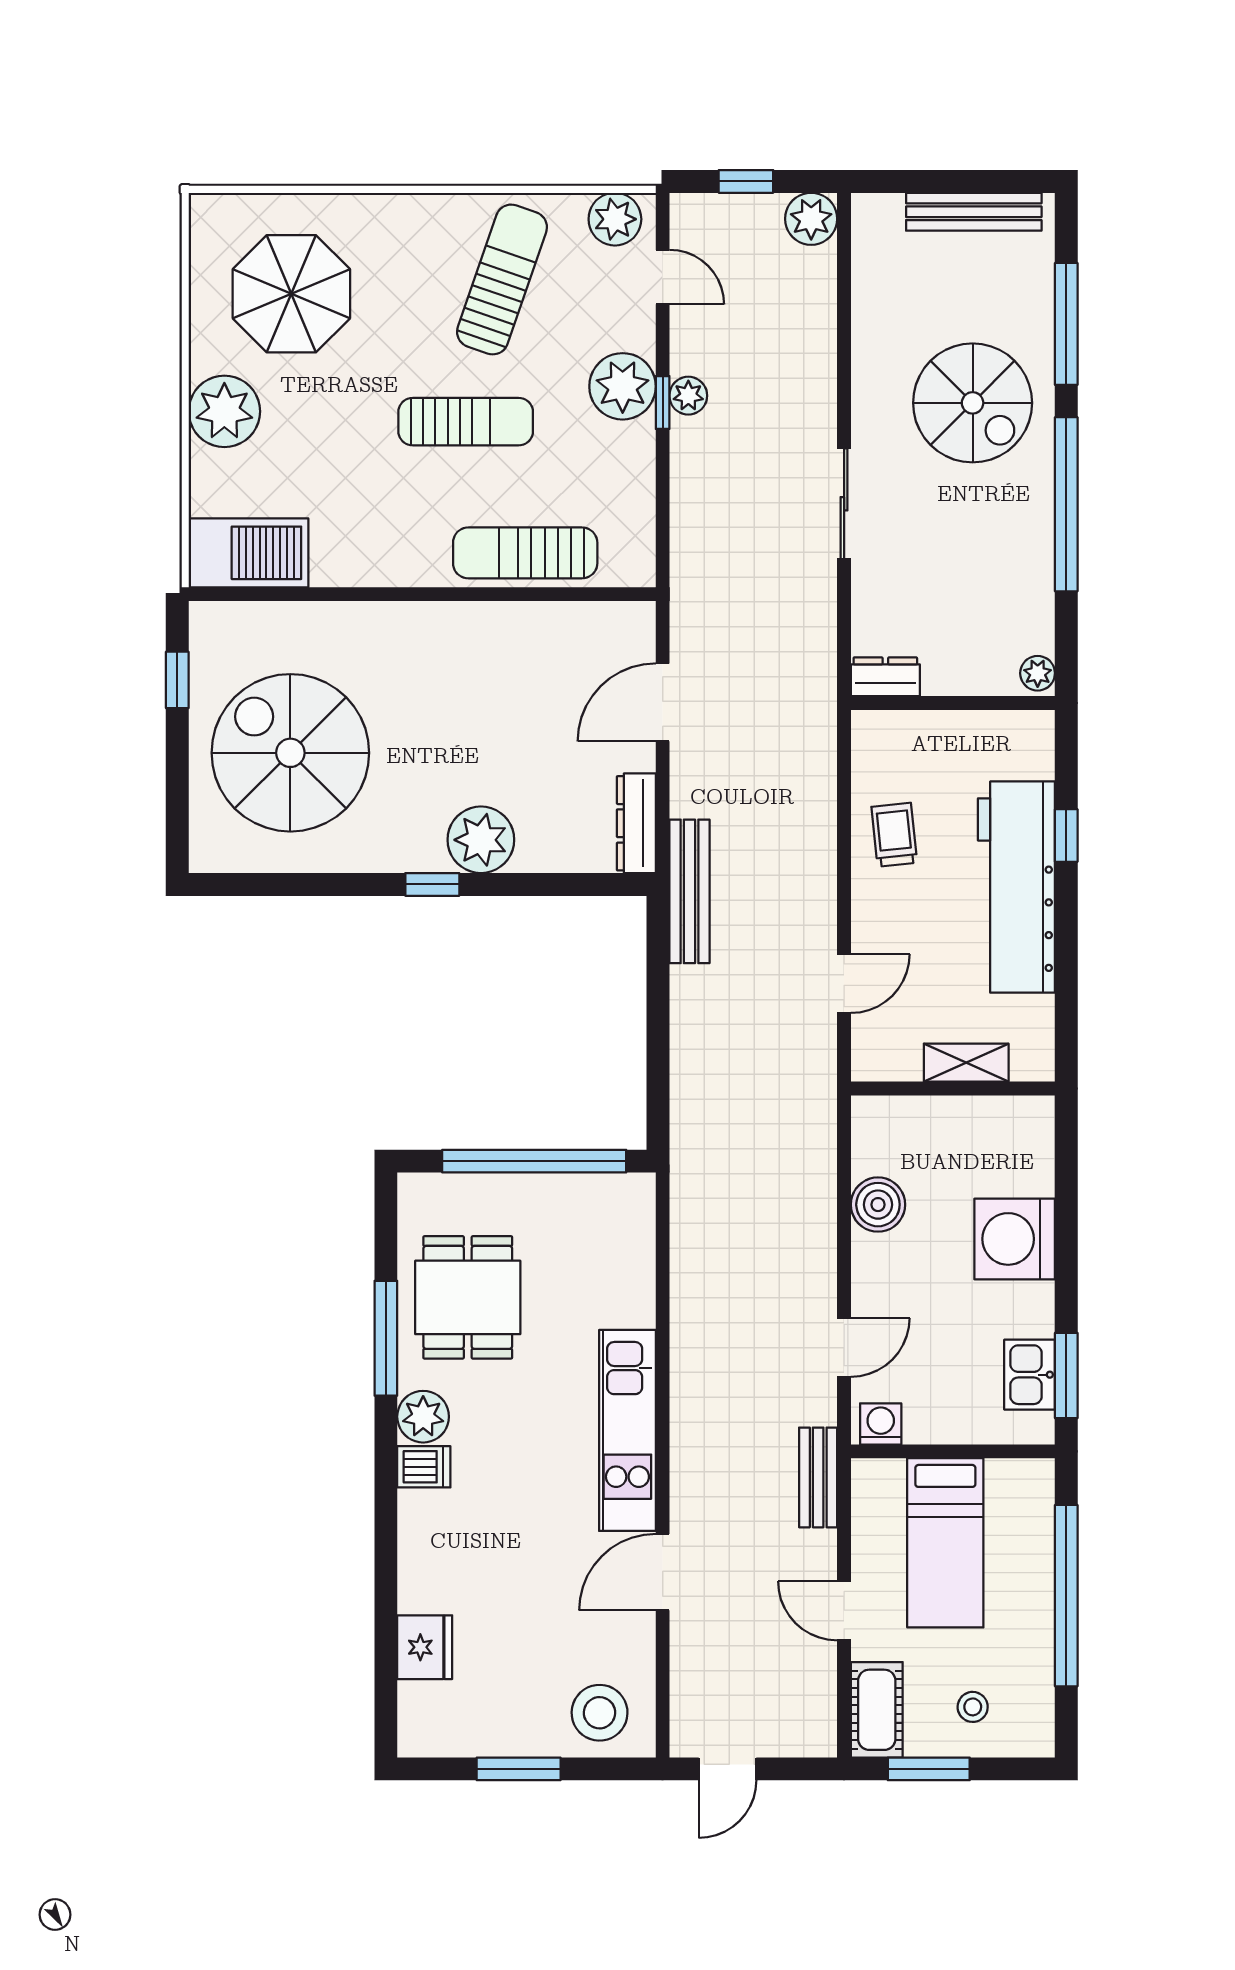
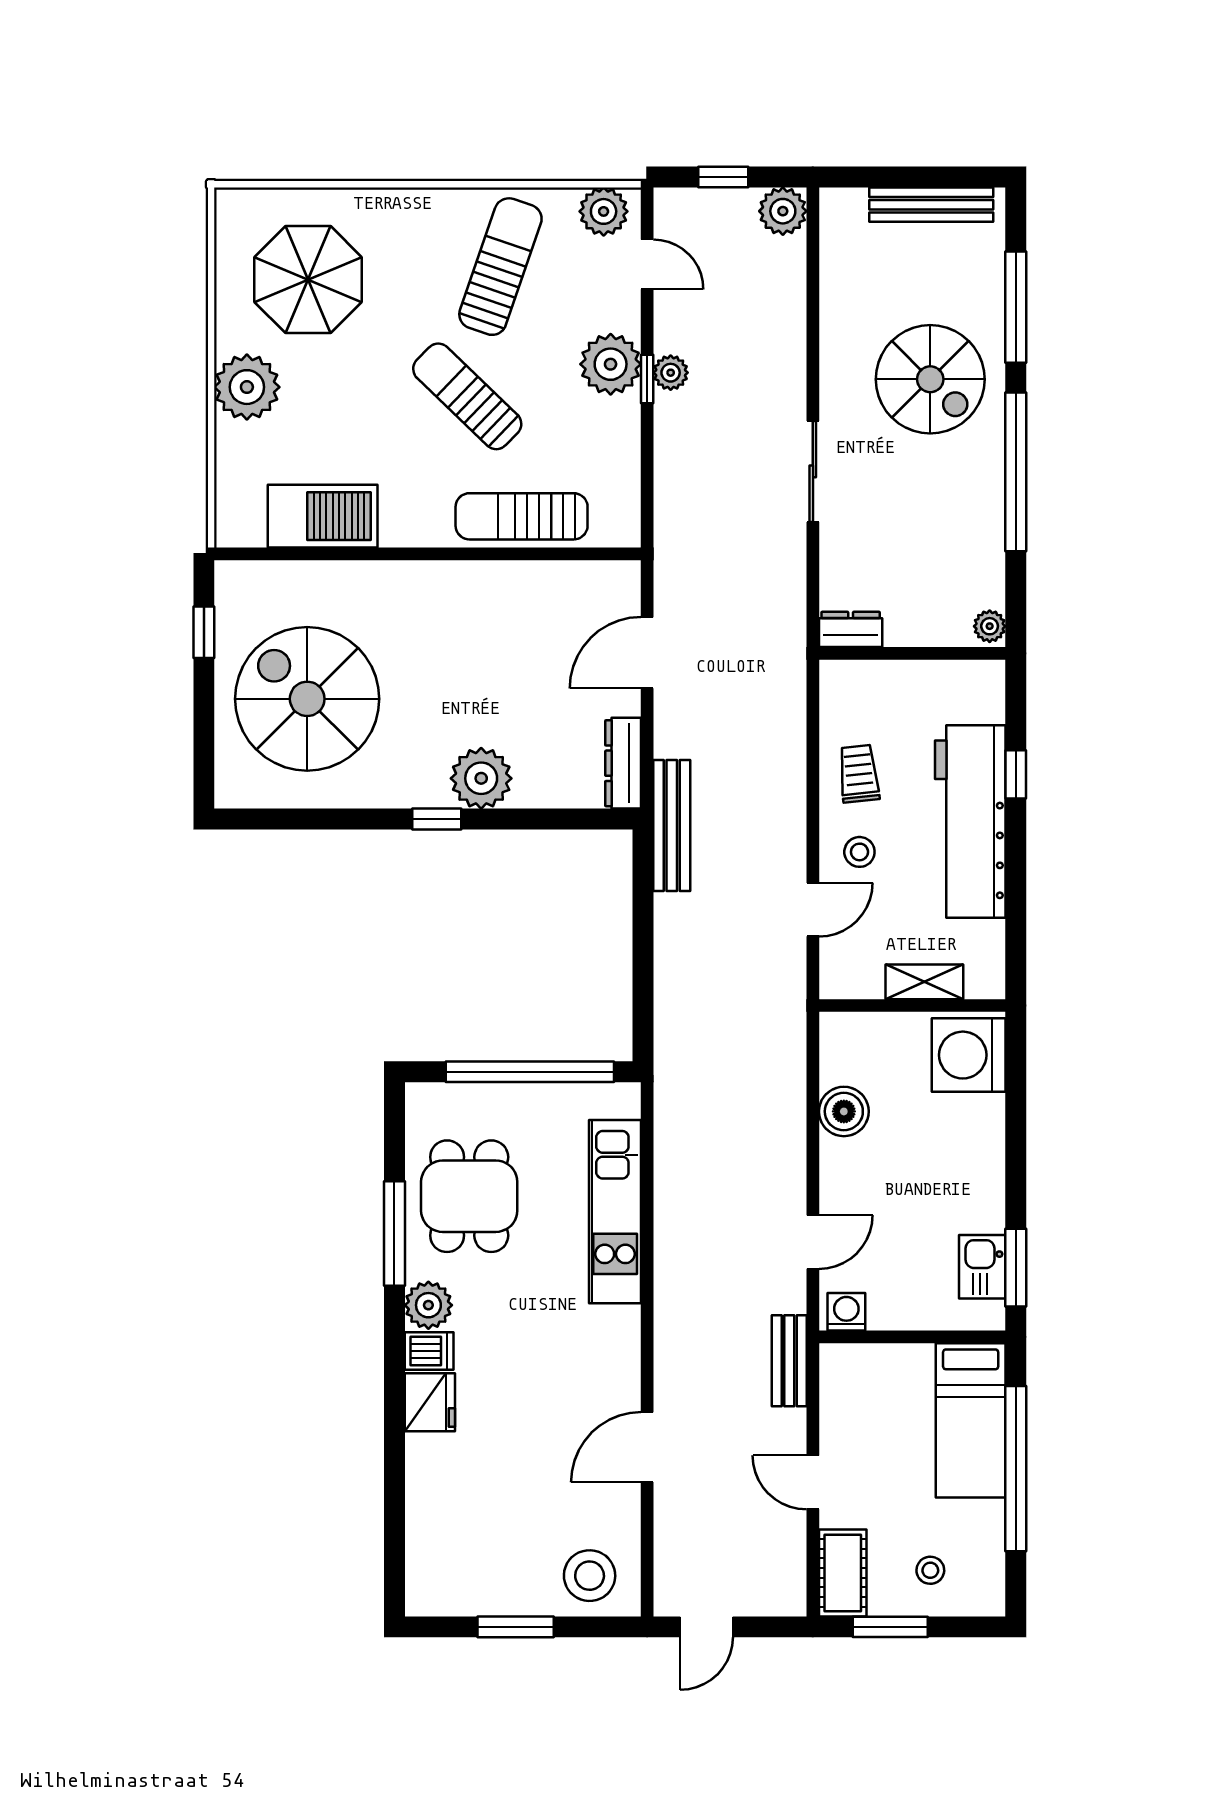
sun lounger: (466, 422) -> (467, 396), turned -136
barbecue: (248, 553) -> (323, 516), moved
stool: (895, 920) -> (859, 852), added
washing machine: (1015, 1239) -> (969, 1055), moved
kitchen unit: (627, 1430) -> (615, 1212), moved
bed: (945, 1543) -> (971, 1420), moved
fridge: (425, 1647) -> (430, 1402), moved

